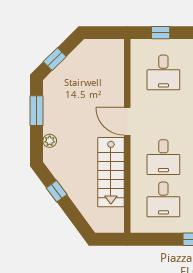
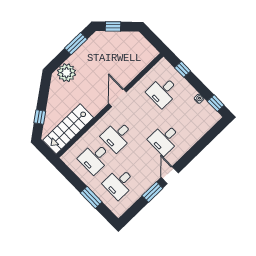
plant: (50, 141) -> (66, 73), width x1.88, depth x1.88
stairs: (111, 172) -> (68, 129), moved
window: (57, 191) -> (40, 117), moved

